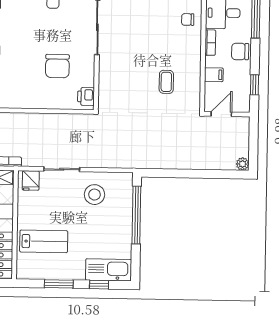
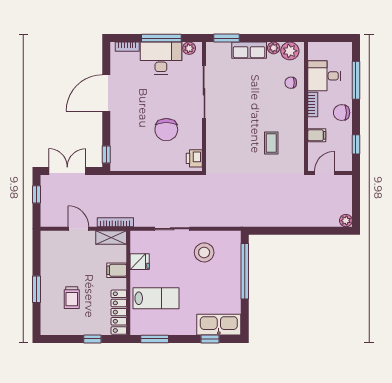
fridge: (31, 180) -> (140, 262), moved, turned -90
window: (59, 284) -> (155, 339), moved

